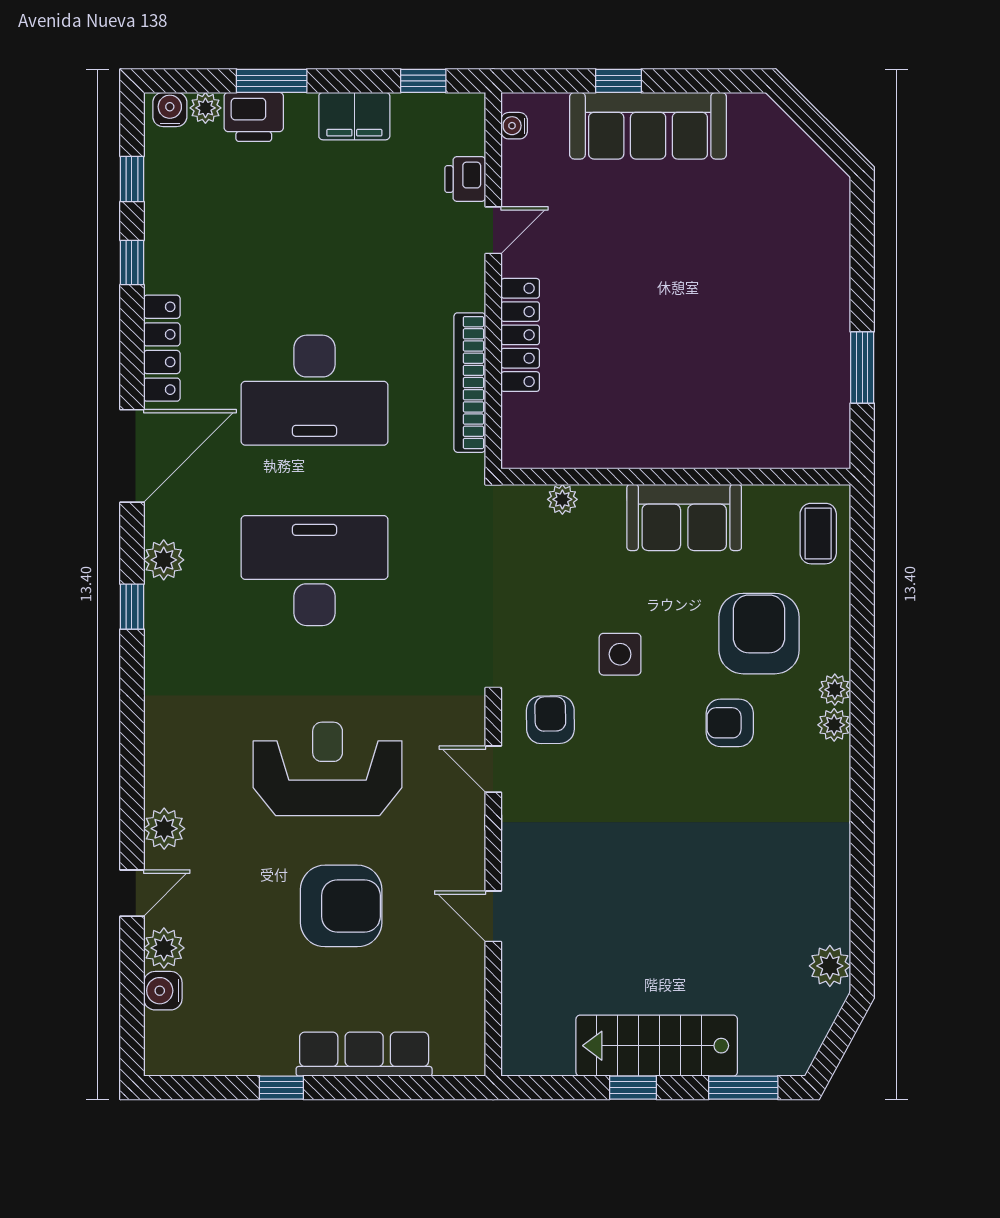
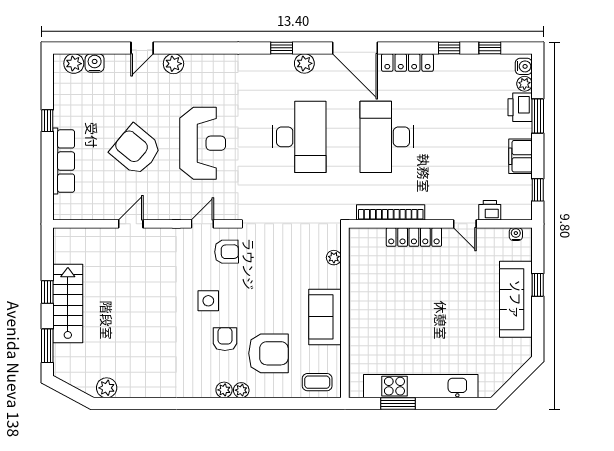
kitchen unit: (826, 321) -> (421, 386), added
side table: (620, 654) -> (208, 301), moved
door: (132, 893) -> (142, 48), hinge flipped
armchair: (341, 906) -> (136, 150), turned 130
plant: (164, 948) -> (74, 64), moved

